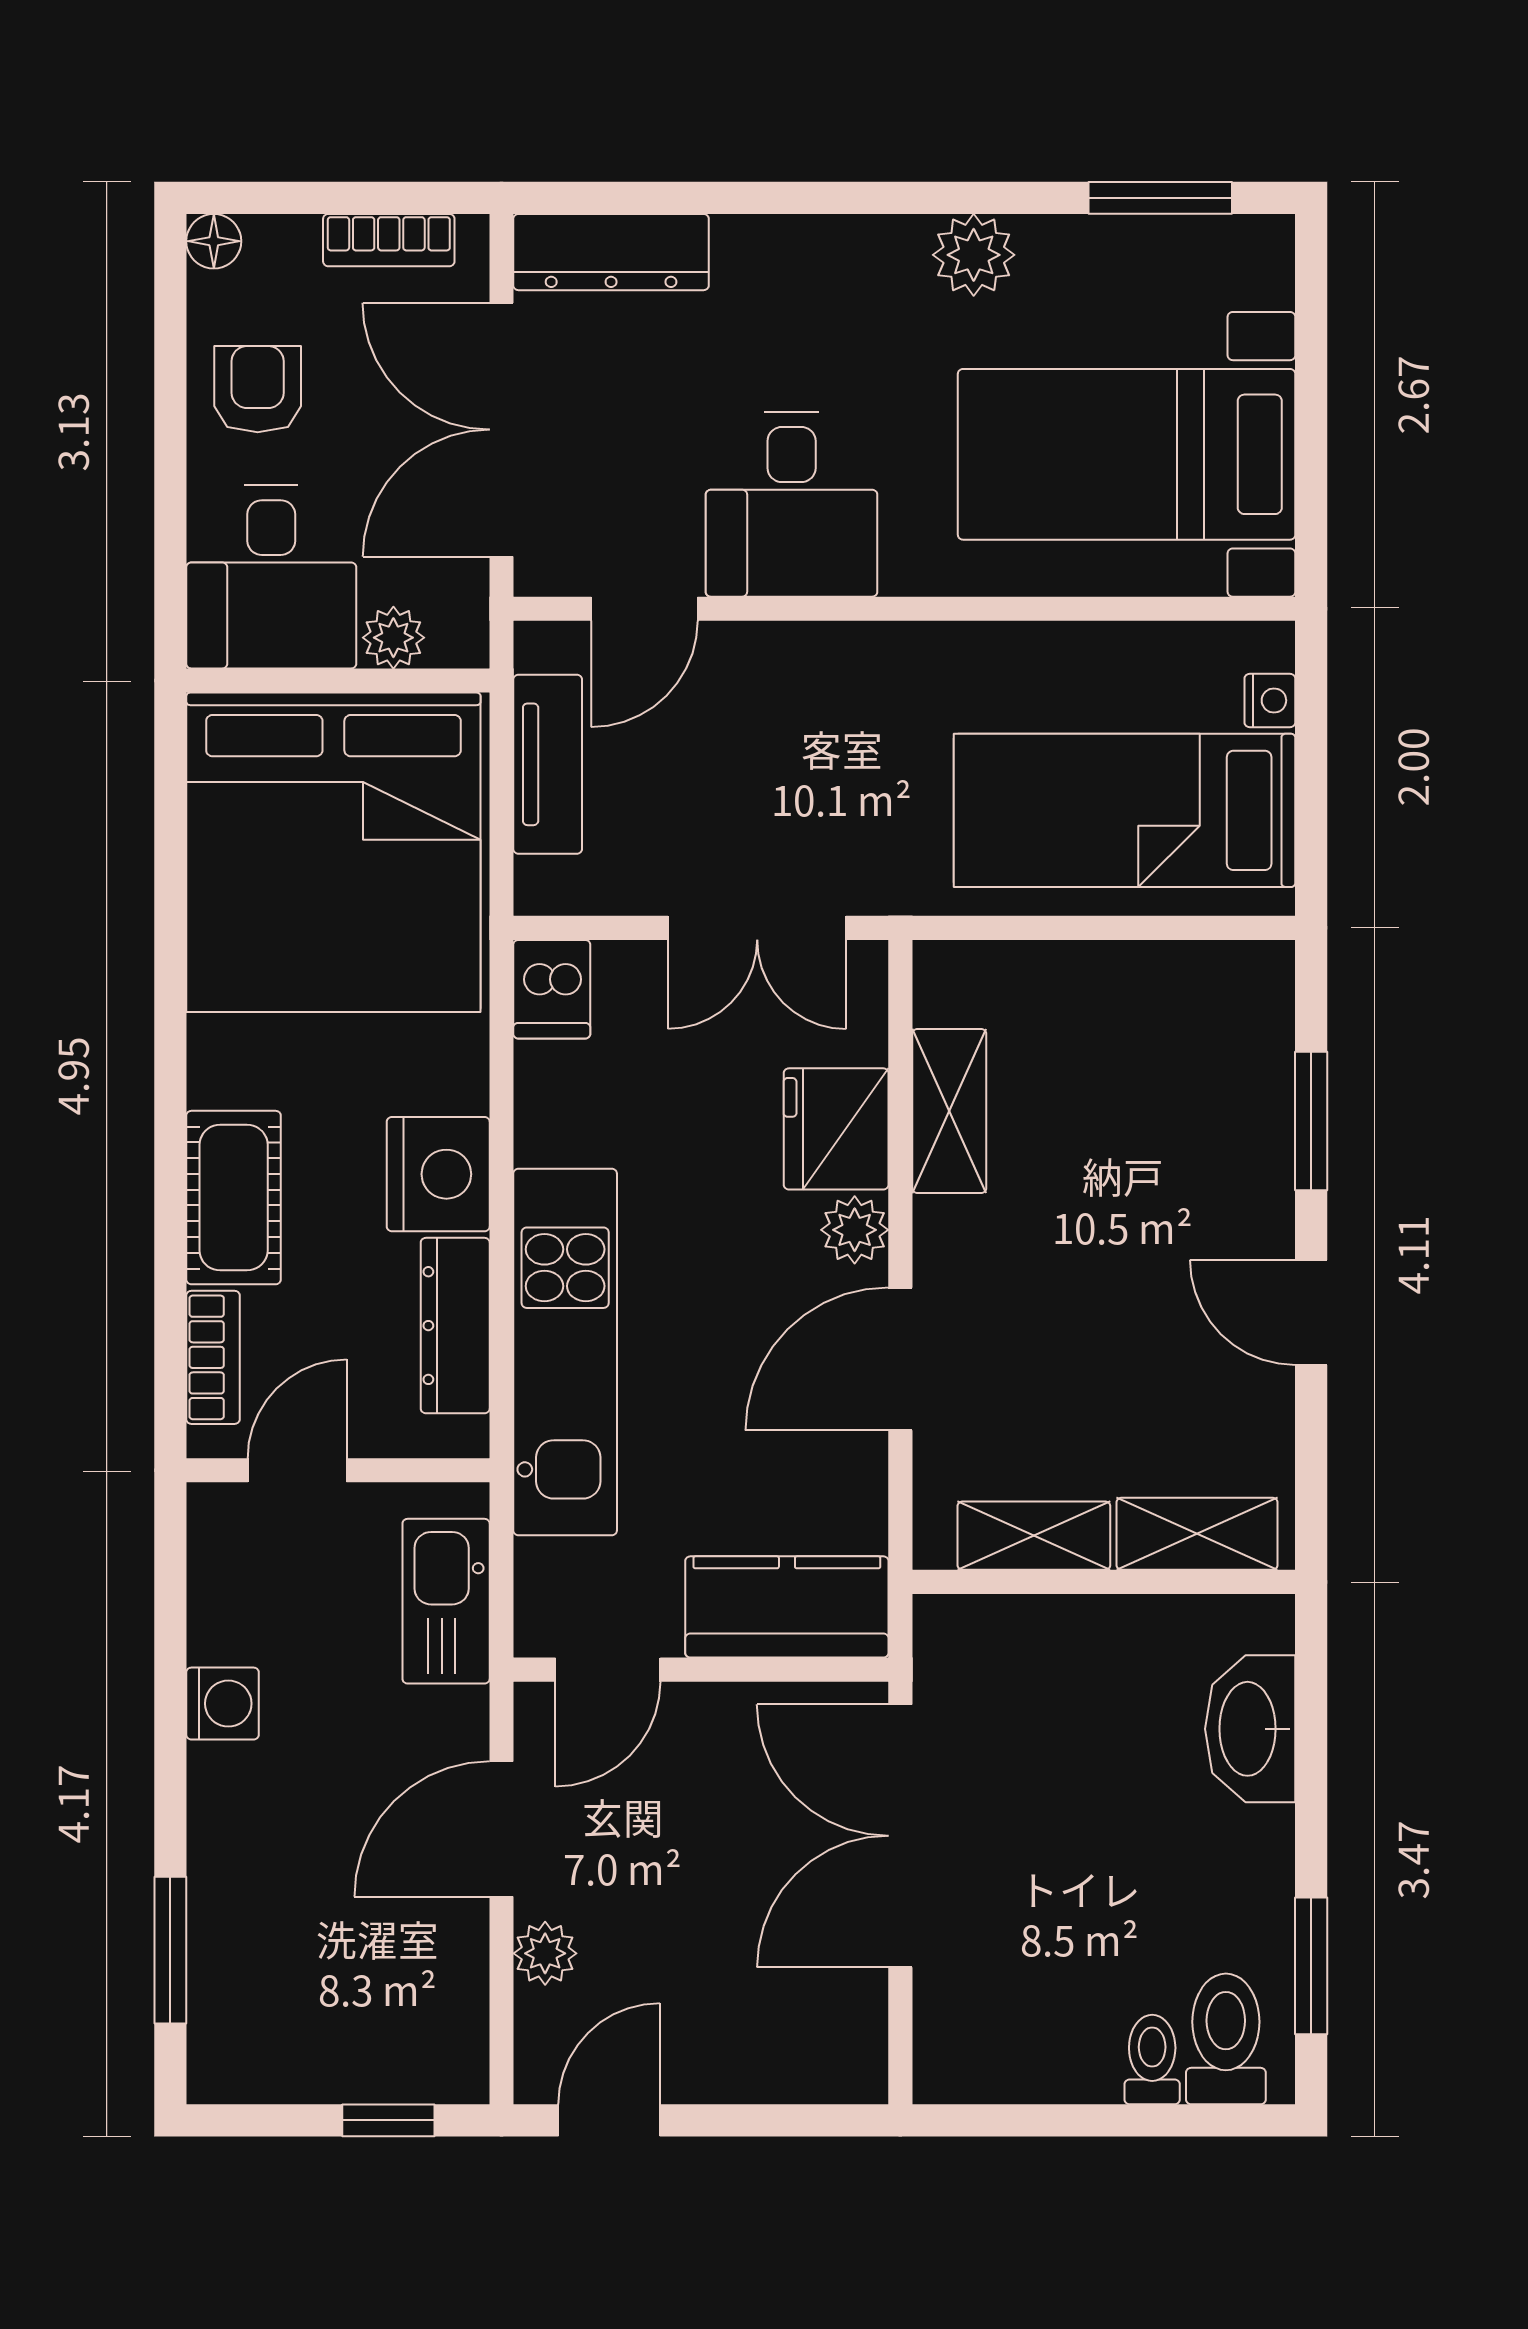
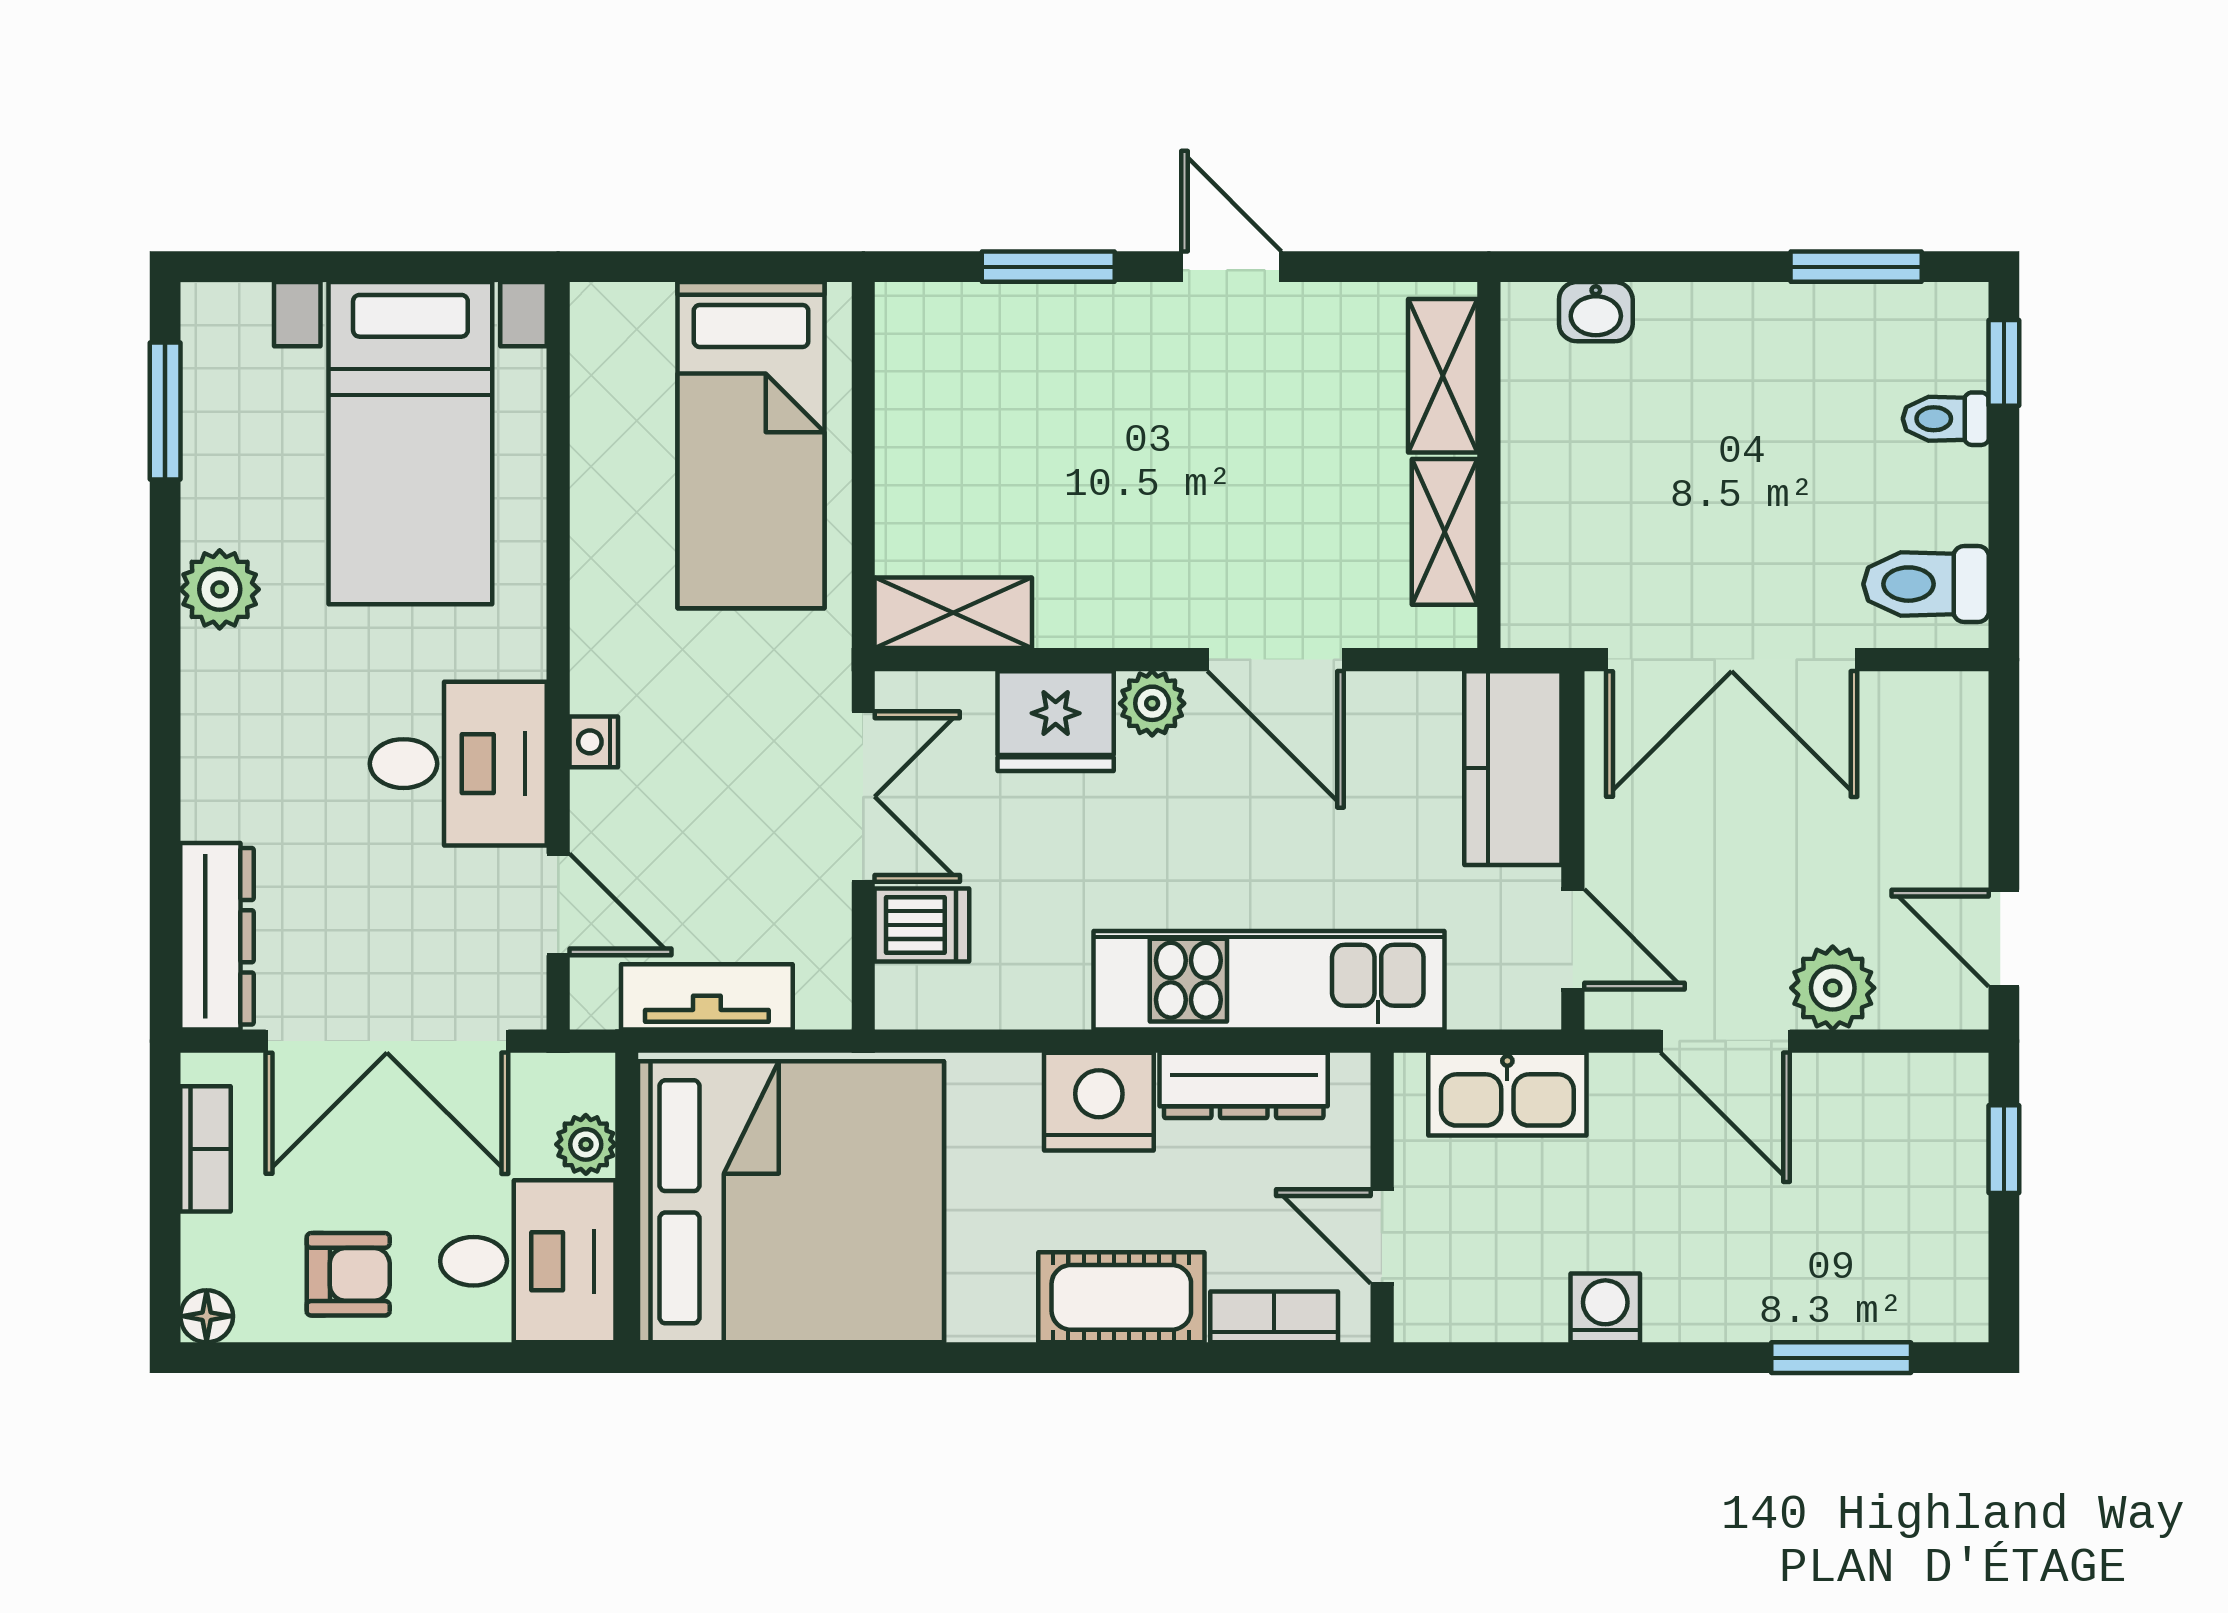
armchair: (258, 389) -> (348, 1274), turned 180
nightstand: (1270, 700) -> (594, 742), moved, turned -90
dishwasher: (552, 989) -> (922, 925), moved
shelving: (949, 1111) -> (953, 613), moved
door: (1311, 1313) -> (1231, 267), swing flipped
washbasin: (1250, 1729) -> (1596, 312), width x0.52, depth x0.69
plant: (545, 1953) -> (1833, 988), width x1.38, depth x1.38
toilet: (1226, 2039) -> (1926, 584), moved
window: (1211, 2120) -> (2004, 363), added

